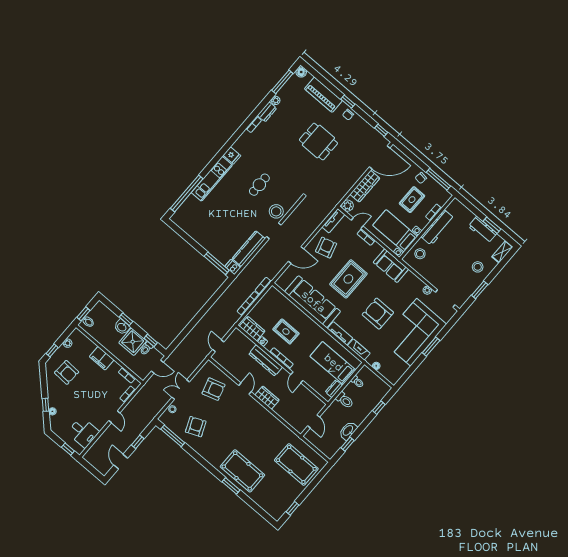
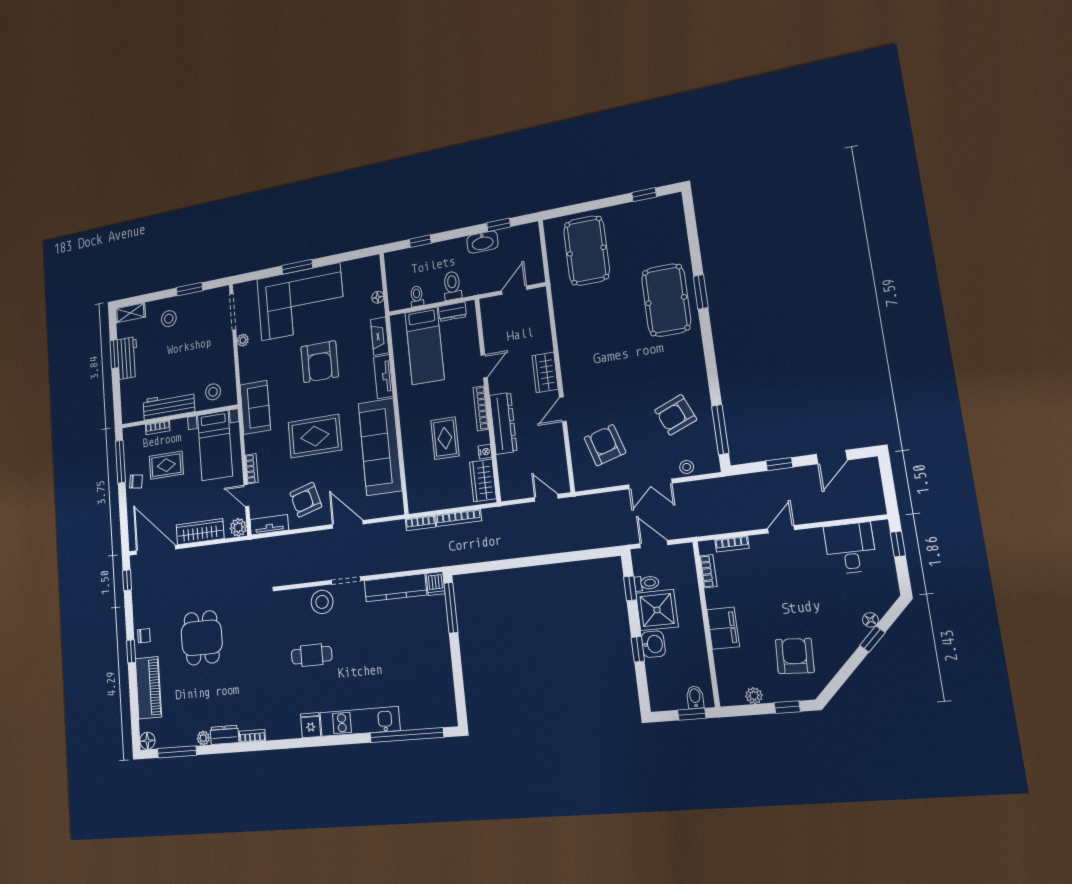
door: (218, 346) -> (546, 498), swing flipped

